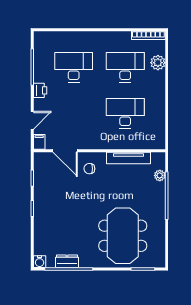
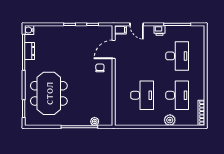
plant: (158, 63) -> (170, 120), moved
tv unit: (129, 158) -> (108, 98), removed
meeting table: (123, 236) -> (49, 93), turned 90

